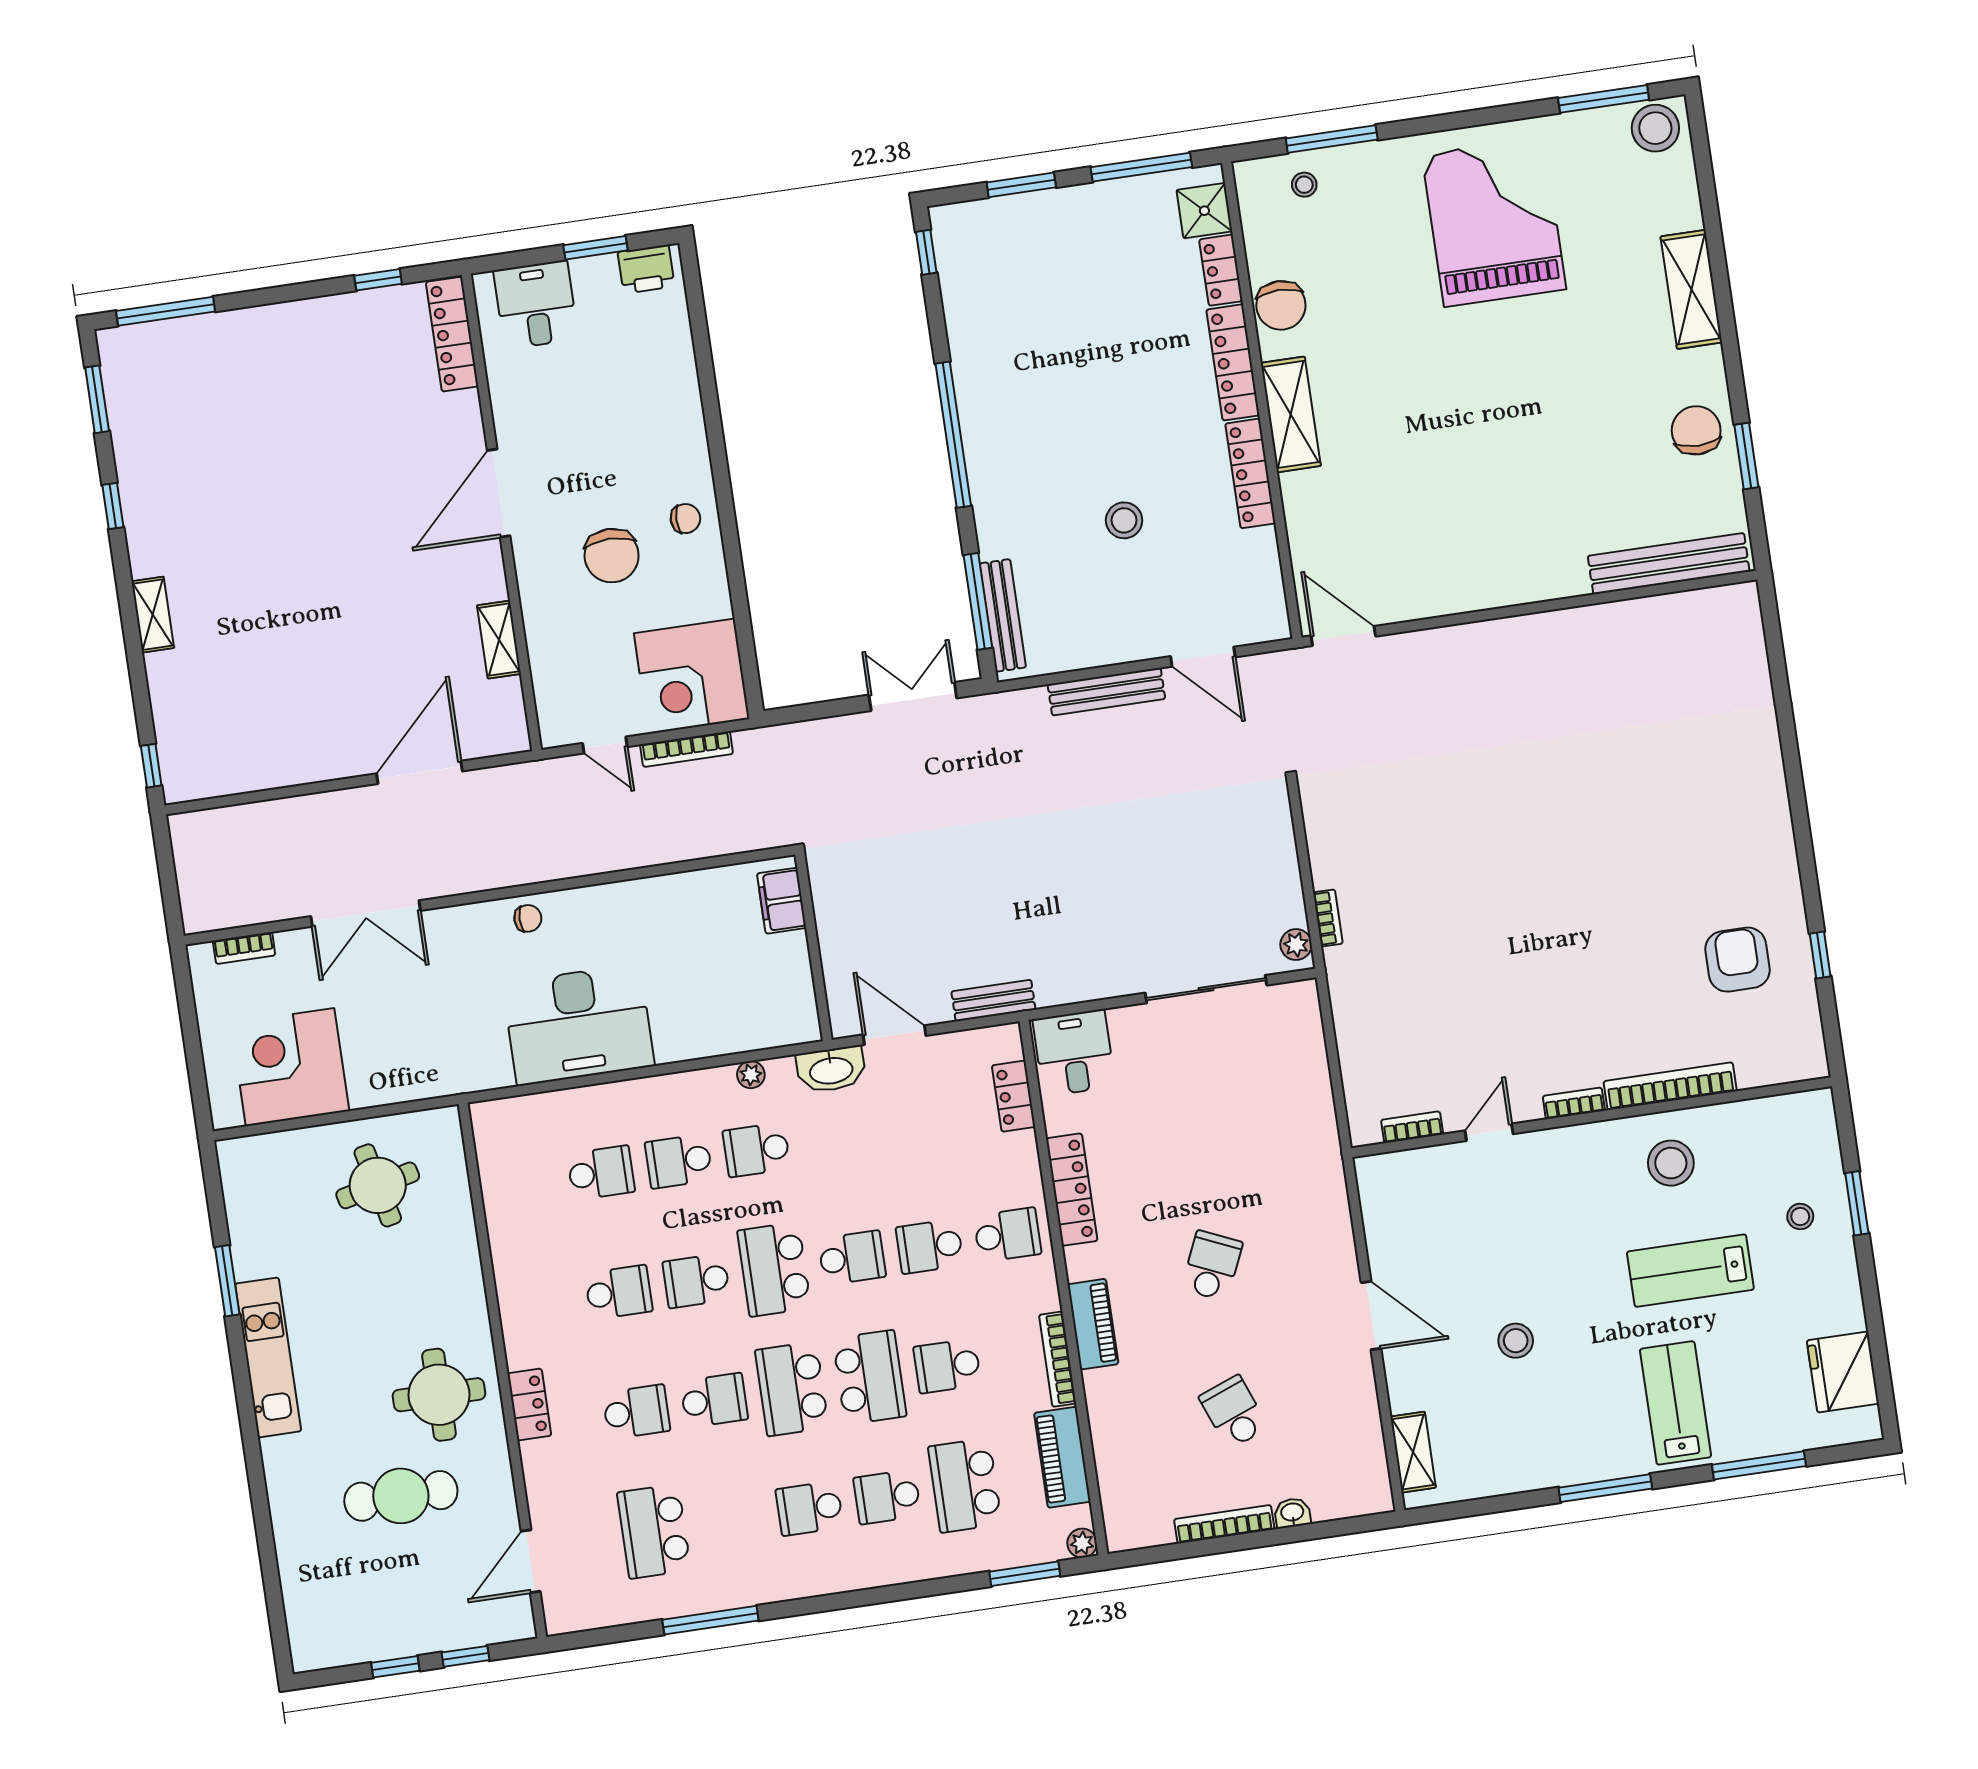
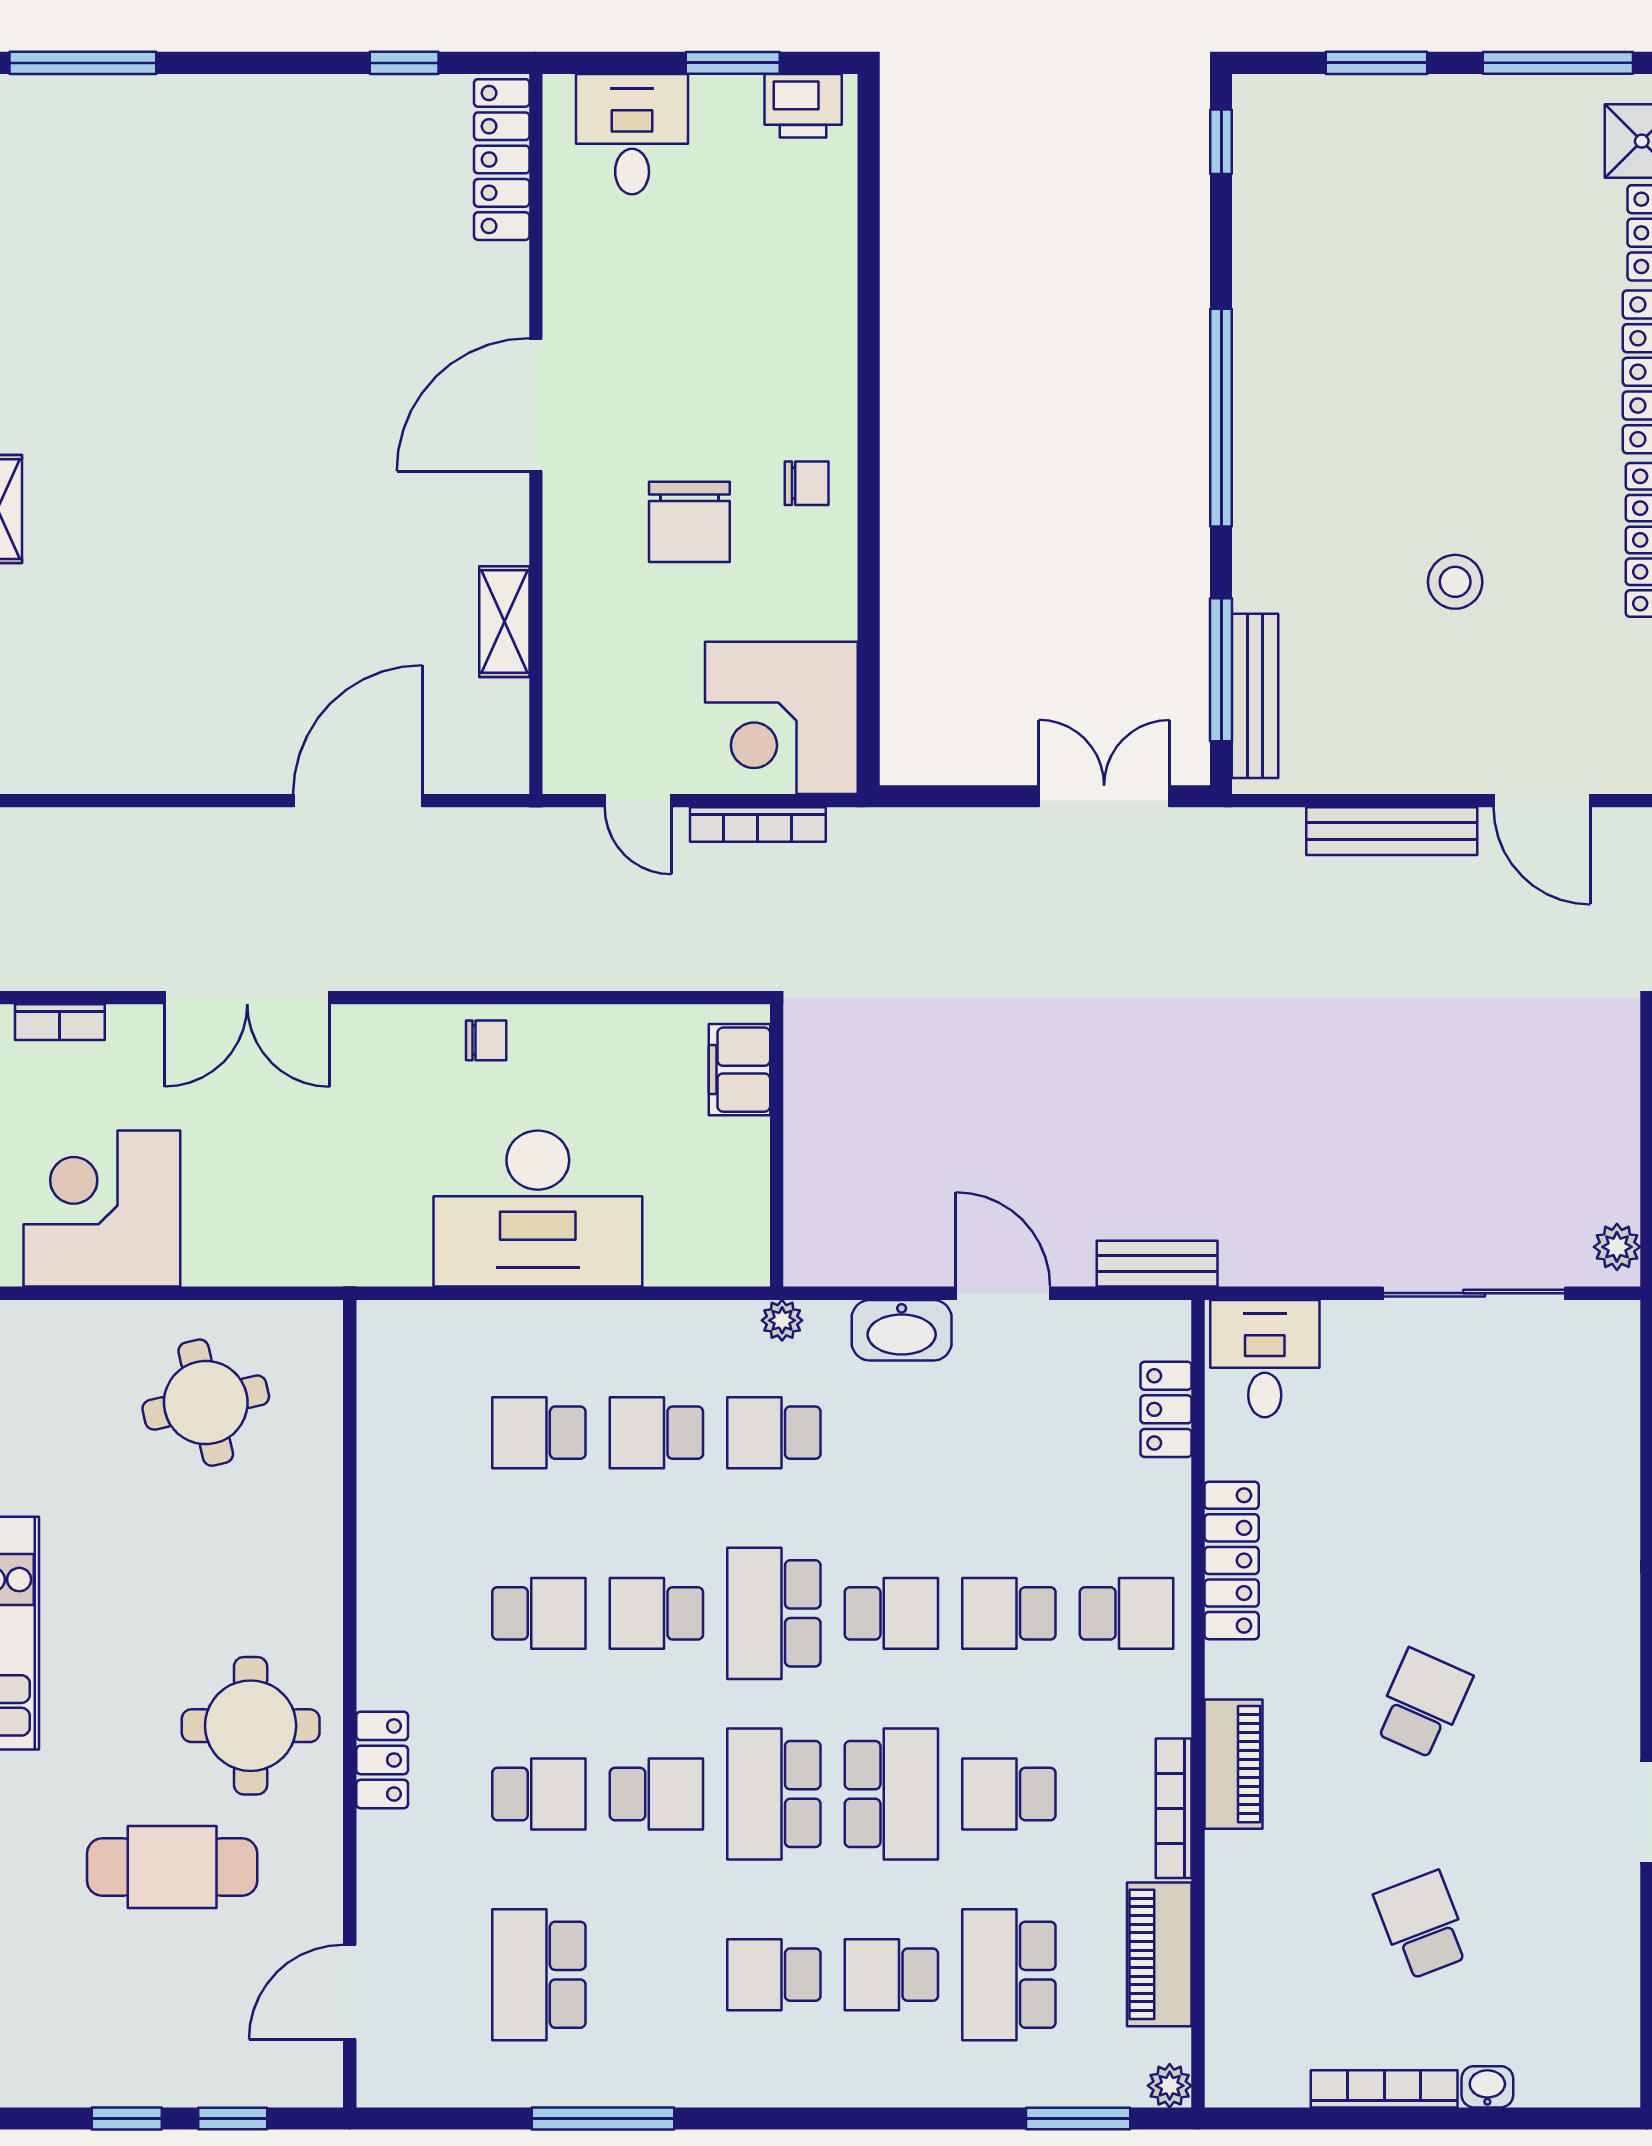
filing cabinet: (782, 901) -> (740, 1070), moved
wall: (814, 947) -> (777, 1145), moved
school desk: (601, 1173) -> (539, 1433), turned 180

